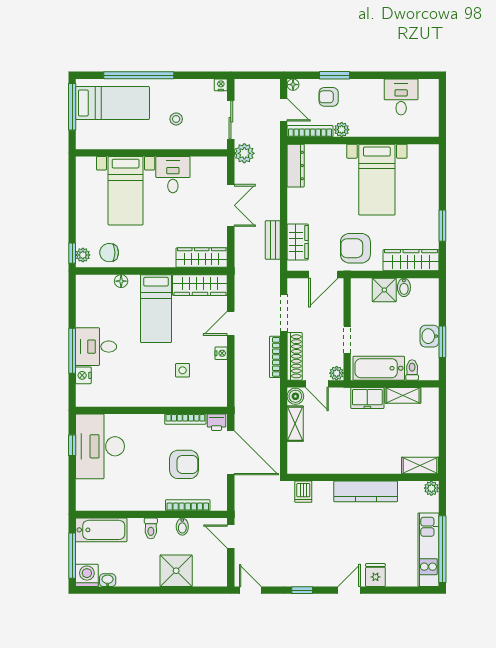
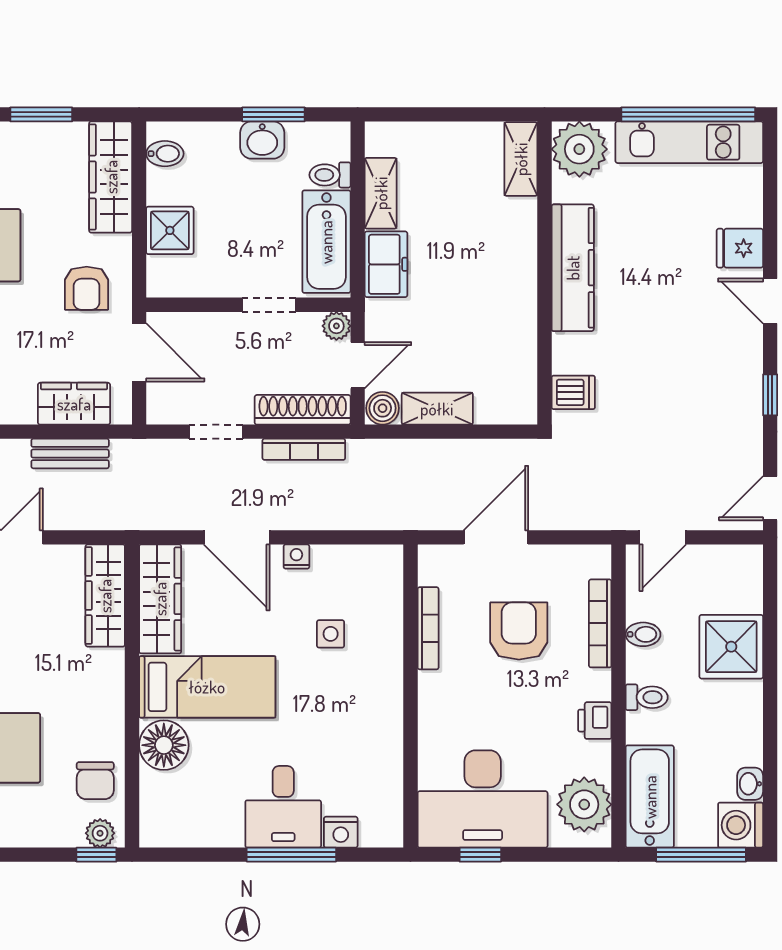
armchair: (355, 248) -> (87, 288), width x0.72, depth x0.72
floor lamp: (121, 281) -> (164, 745), width x1.89, depth x1.89
bidet: (404, 287) -> (165, 154), moved
doorway: (284, 313) -> (216, 432), width x0.73
door: (231, 323) -> (237, 537), width x1.38
printer: (217, 422) -> (595, 721), moved, turned 180
door: (231, 453) -> (496, 537), width x0.73
plant: (431, 488) -> (579, 149), width x1.88, depth x1.88
plant: (97, 497) -> (584, 804), added

